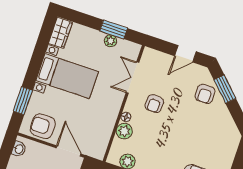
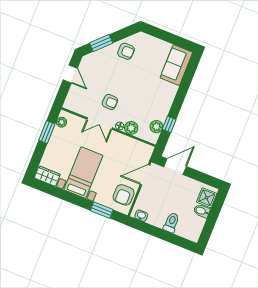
plant: (111, 41) -> (61, 122), moved
double door: (133, 78) -> (100, 124), moved
armchair: (205, 94) -> (126, 51), moved

